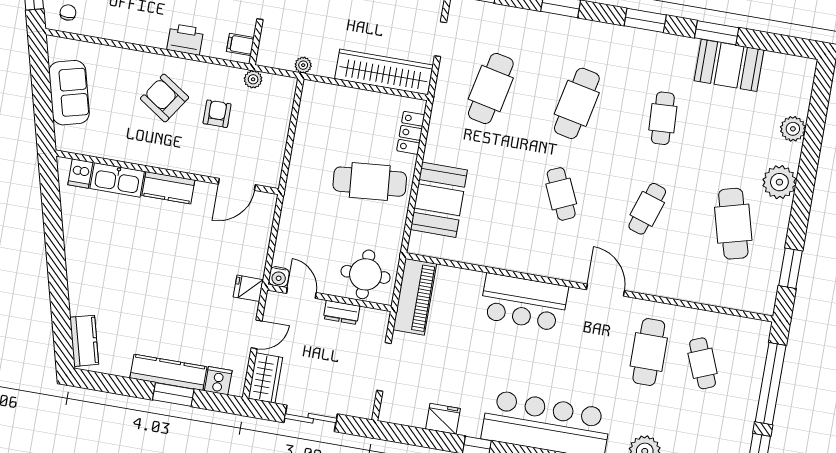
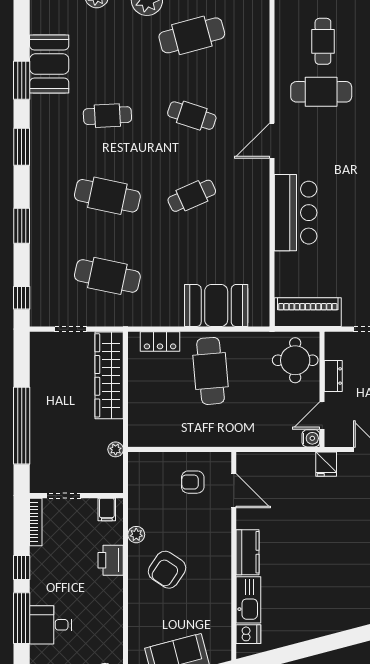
plant: (253, 79) -> (136, 535), moved
armchair: (217, 114) -> (193, 482), moved
cafe table: (703, 363) -> (323, 41), turned -68

